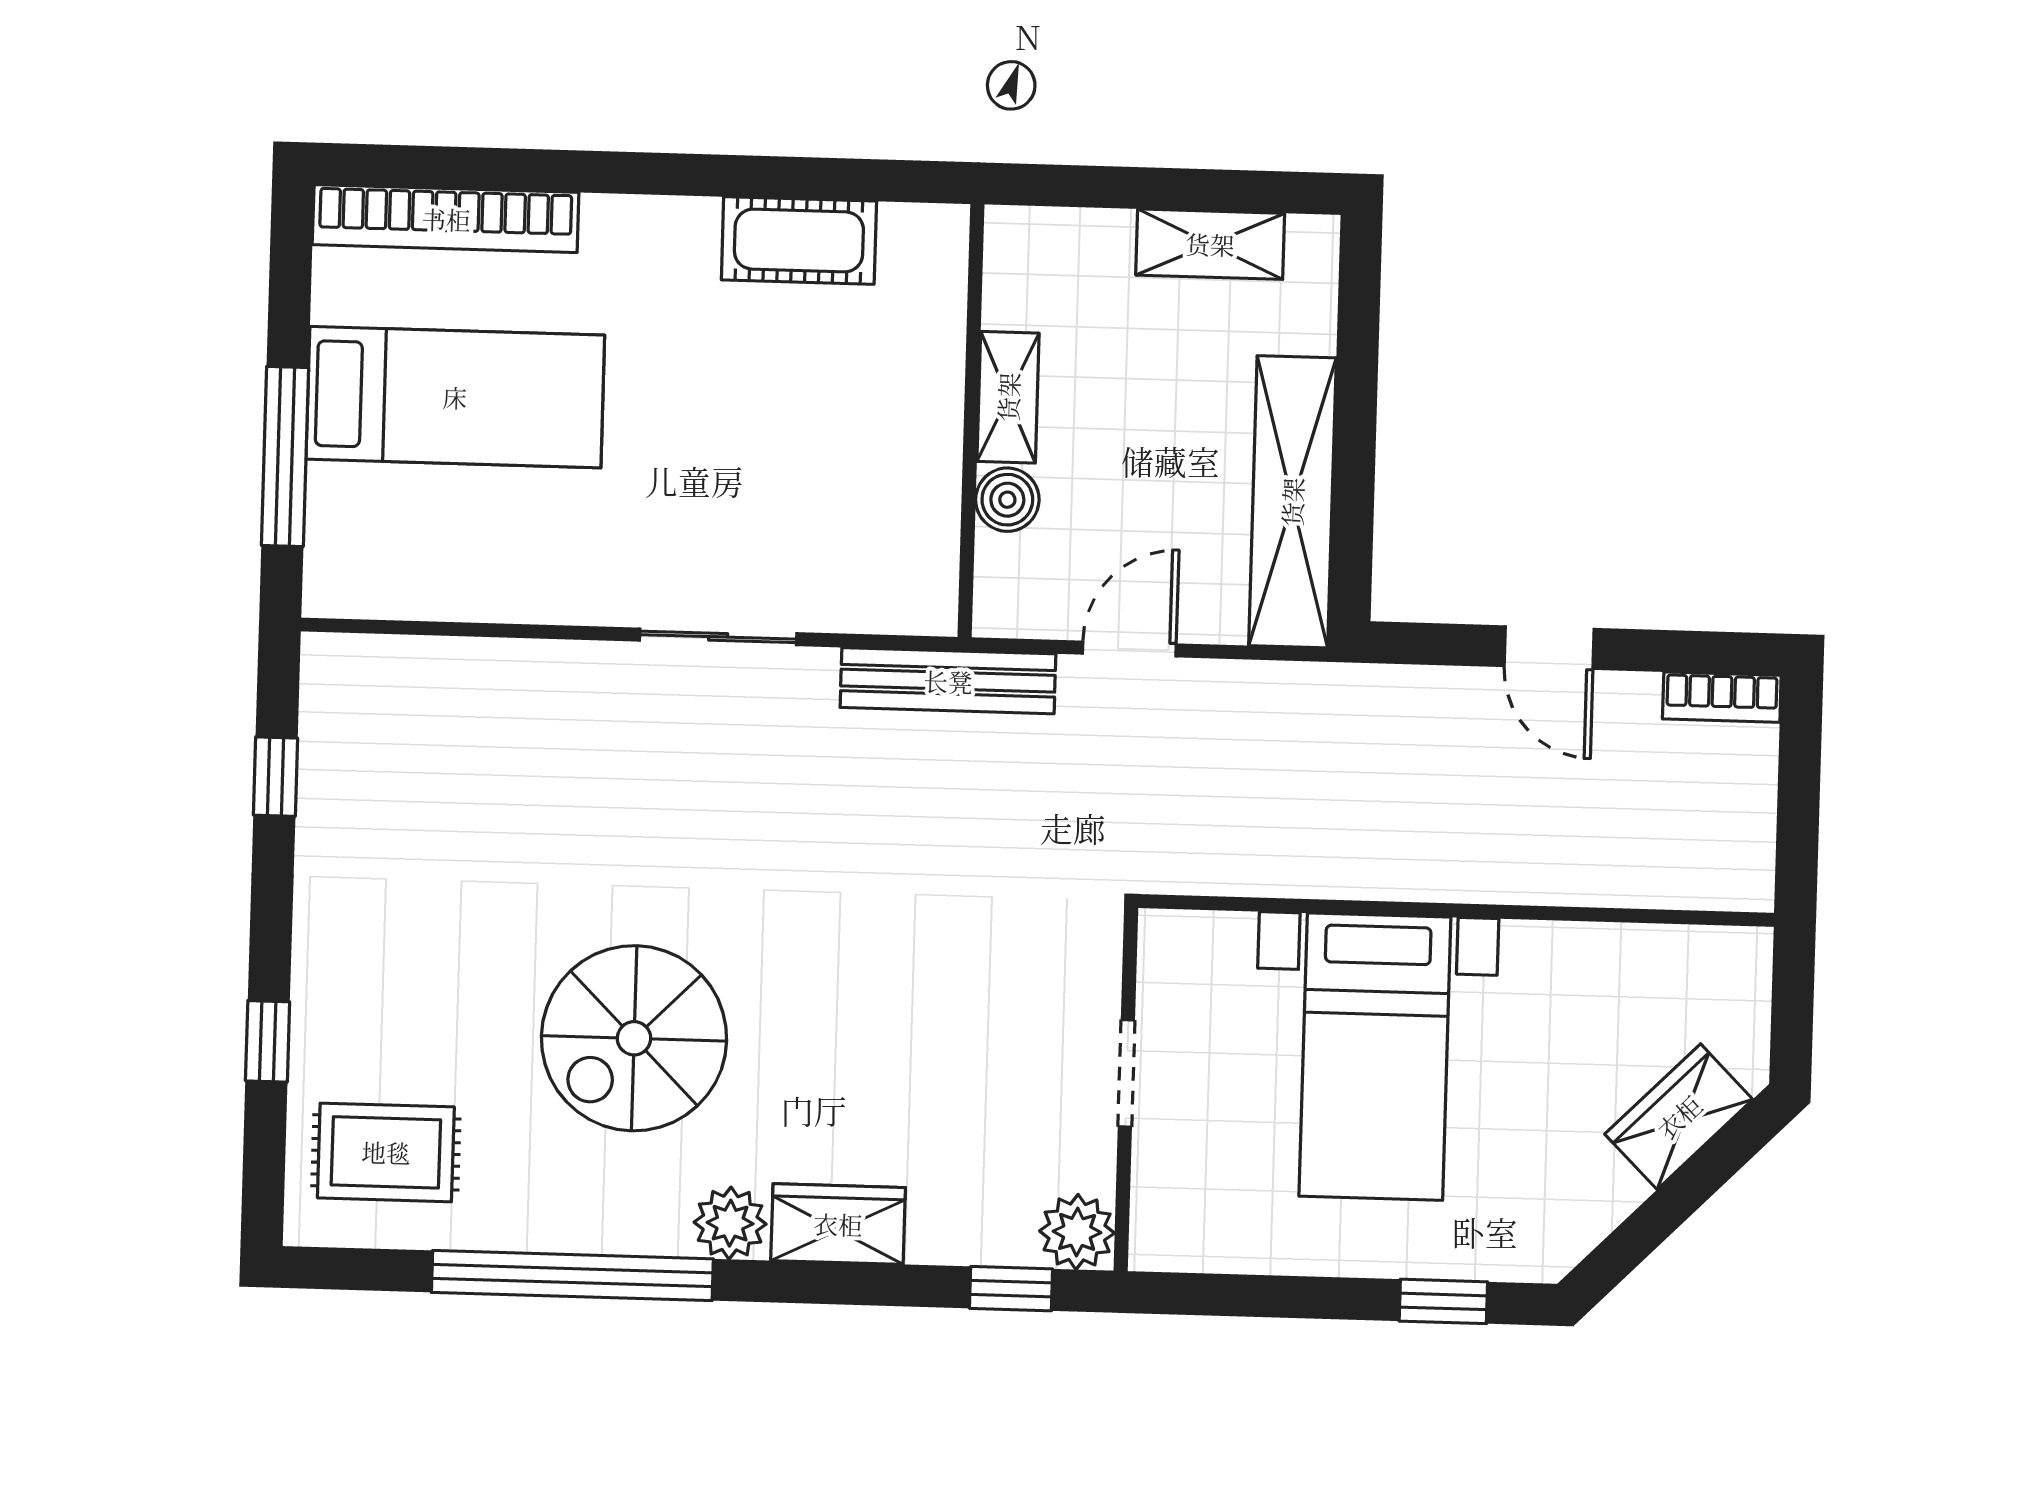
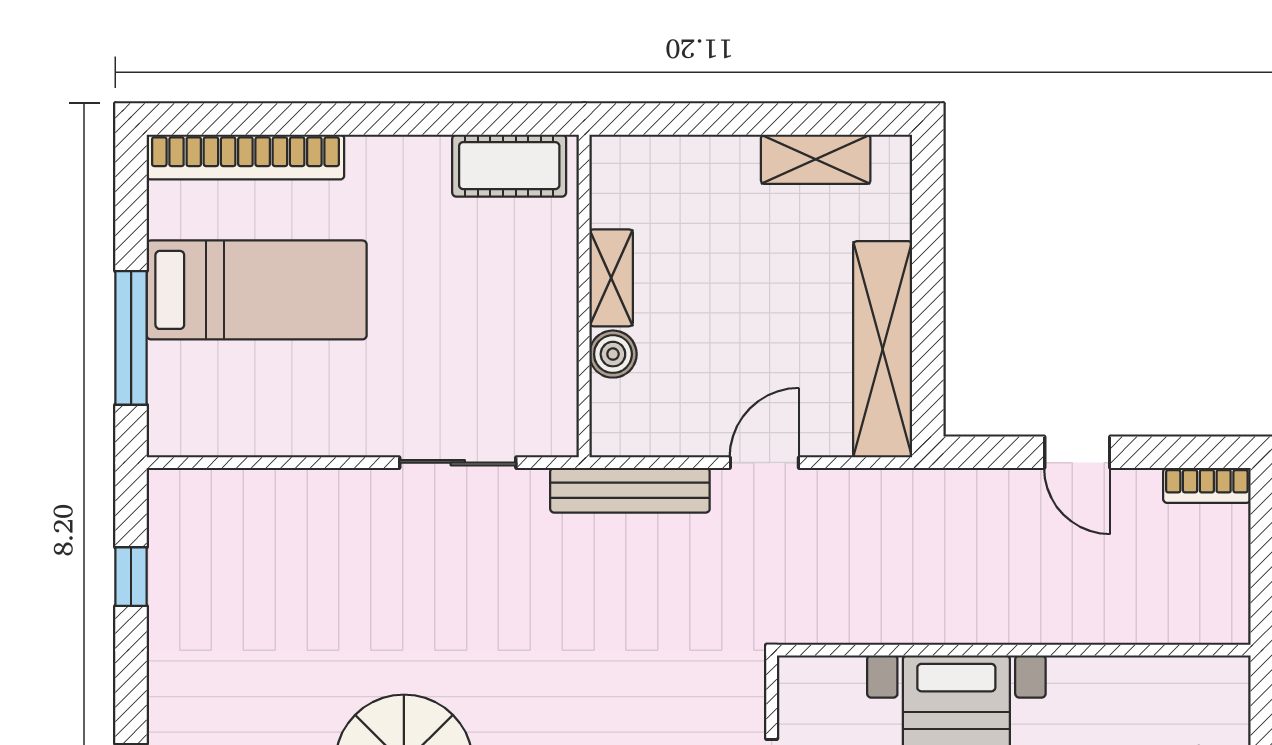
shelving: (1008, 397) -> (611, 278), moved
wall: (971, 421) -> (584, 296), moved
boiler: (1007, 500) -> (613, 354), moved

